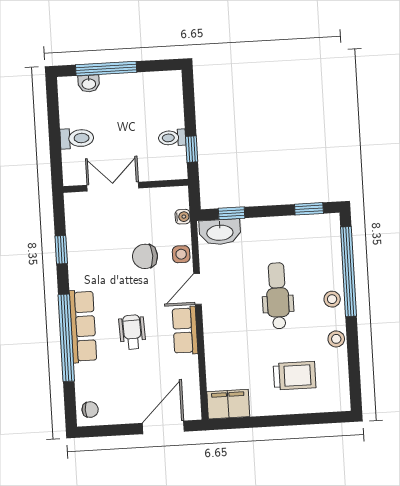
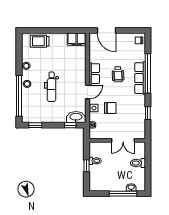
window: (192, 149) -> (86, 166), moved
trolley: (295, 376) -> (40, 41), moved
door: (163, 427) -> (106, 30), hinge flipped

